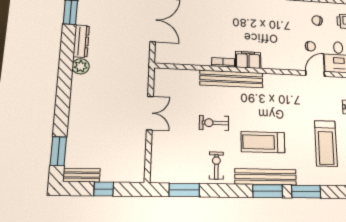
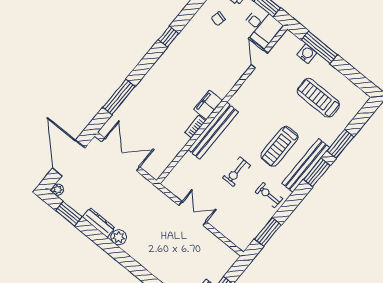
chair: (310, 46) -> (235, 44), removed
treadmill: (326, 143) -> (318, 98), turned 180

